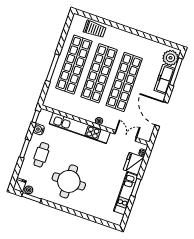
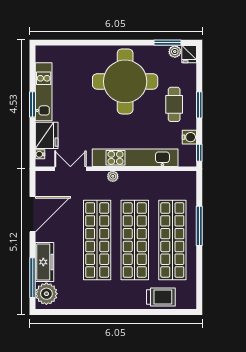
trolley: (95, 29) -> (161, 297), turned 180
door: (161, 114) -> (33, 214), hinge flipped
double door: (126, 136) -> (70, 169), swing flipped
round table: (69, 181) -> (125, 81), width x1.36, depth x1.36

